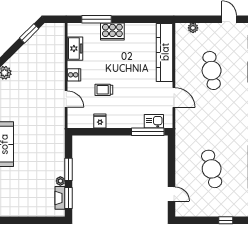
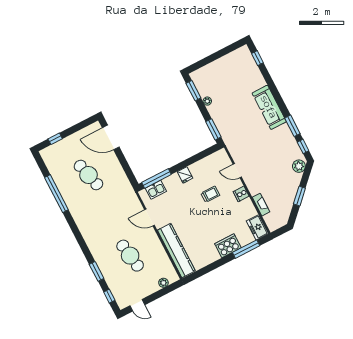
window: (29, 33) -> (299, 196), moved
freezer: (75, 49) -> (257, 227), moved
fridge: (100, 121) -> (185, 175), moved
window: (69, 169) -> (213, 129), moved
door: (171, 194) -> (111, 137), width x1.88
fireplace: (60, 198) -> (261, 205), moved

